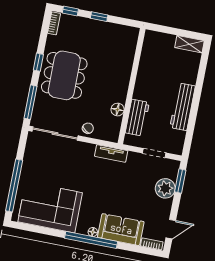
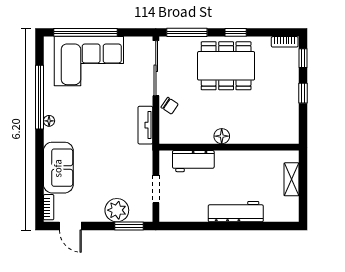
shelving: (189, 44) -> (292, 179), moved
workbench: (183, 107) -> (236, 212), moved
floor lamp: (118, 110) -> (222, 136), moved
tv unit: (111, 153) -> (145, 125), moved
corner sofa: (50, 207) -> (89, 61), moved, turned 90
floor lamp: (93, 232) -> (49, 121), moved
window: (91, 240) -> (39, 97), moved

